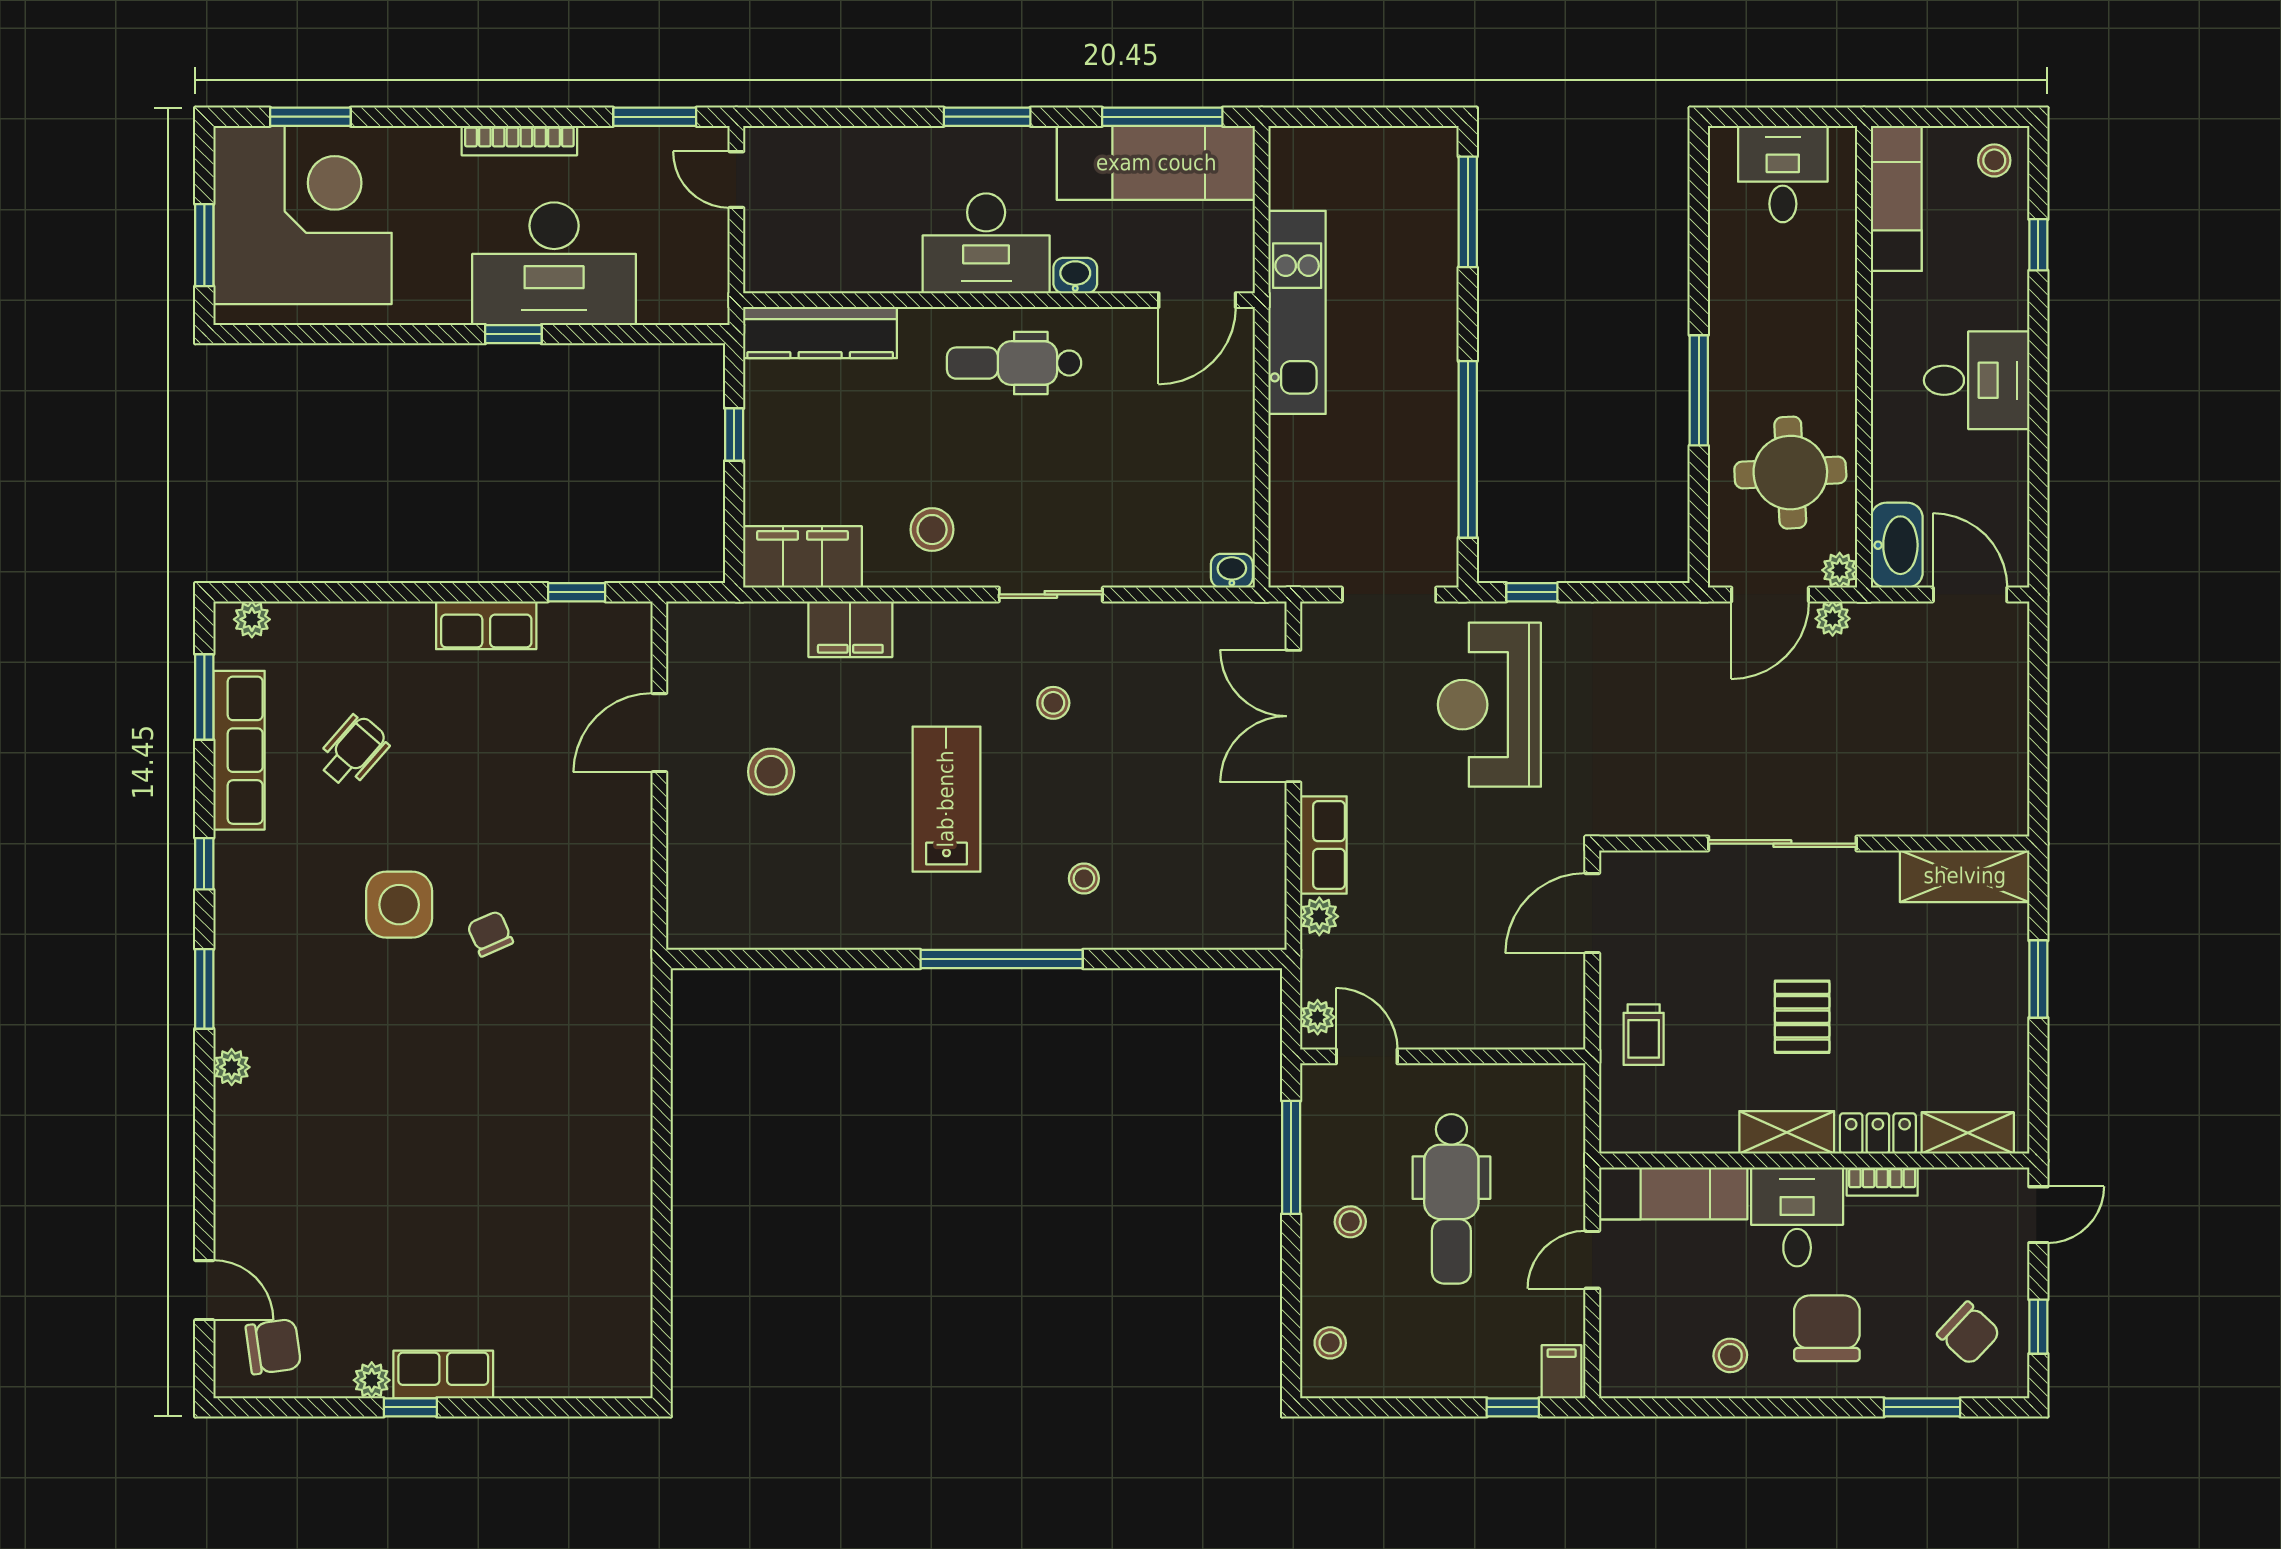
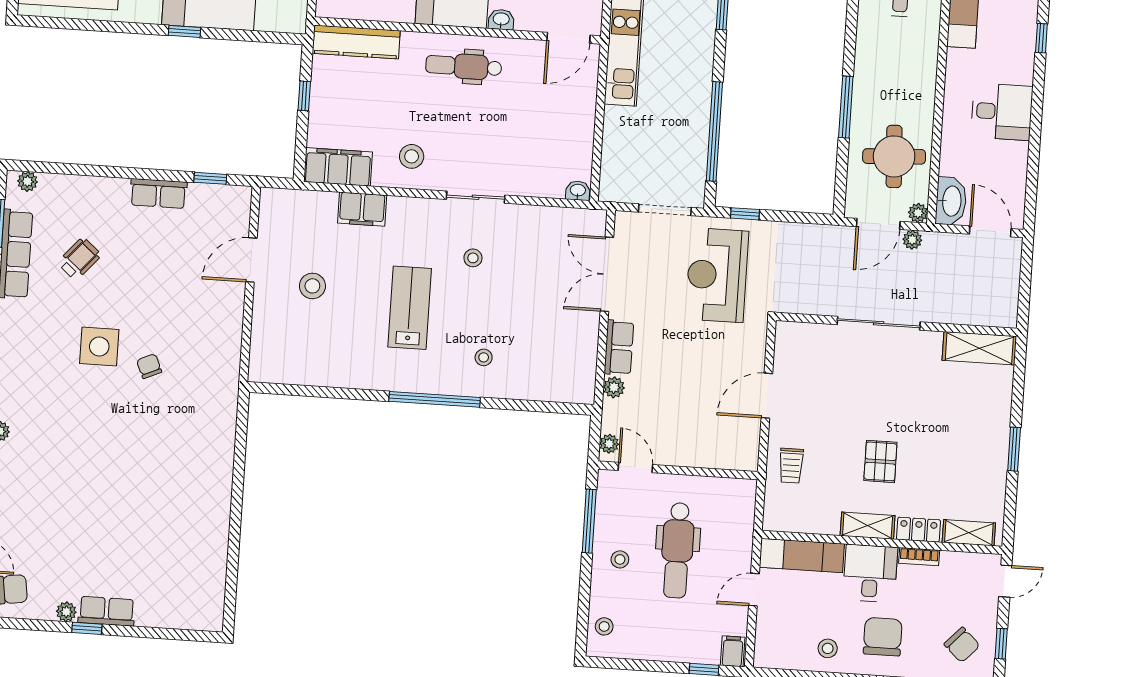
sliding door: (1782, 844) -> (879, 323), moved
wall: (1814, 844) -> (896, 324), moved
shelving: (1965, 876) -> (979, 348), moved

